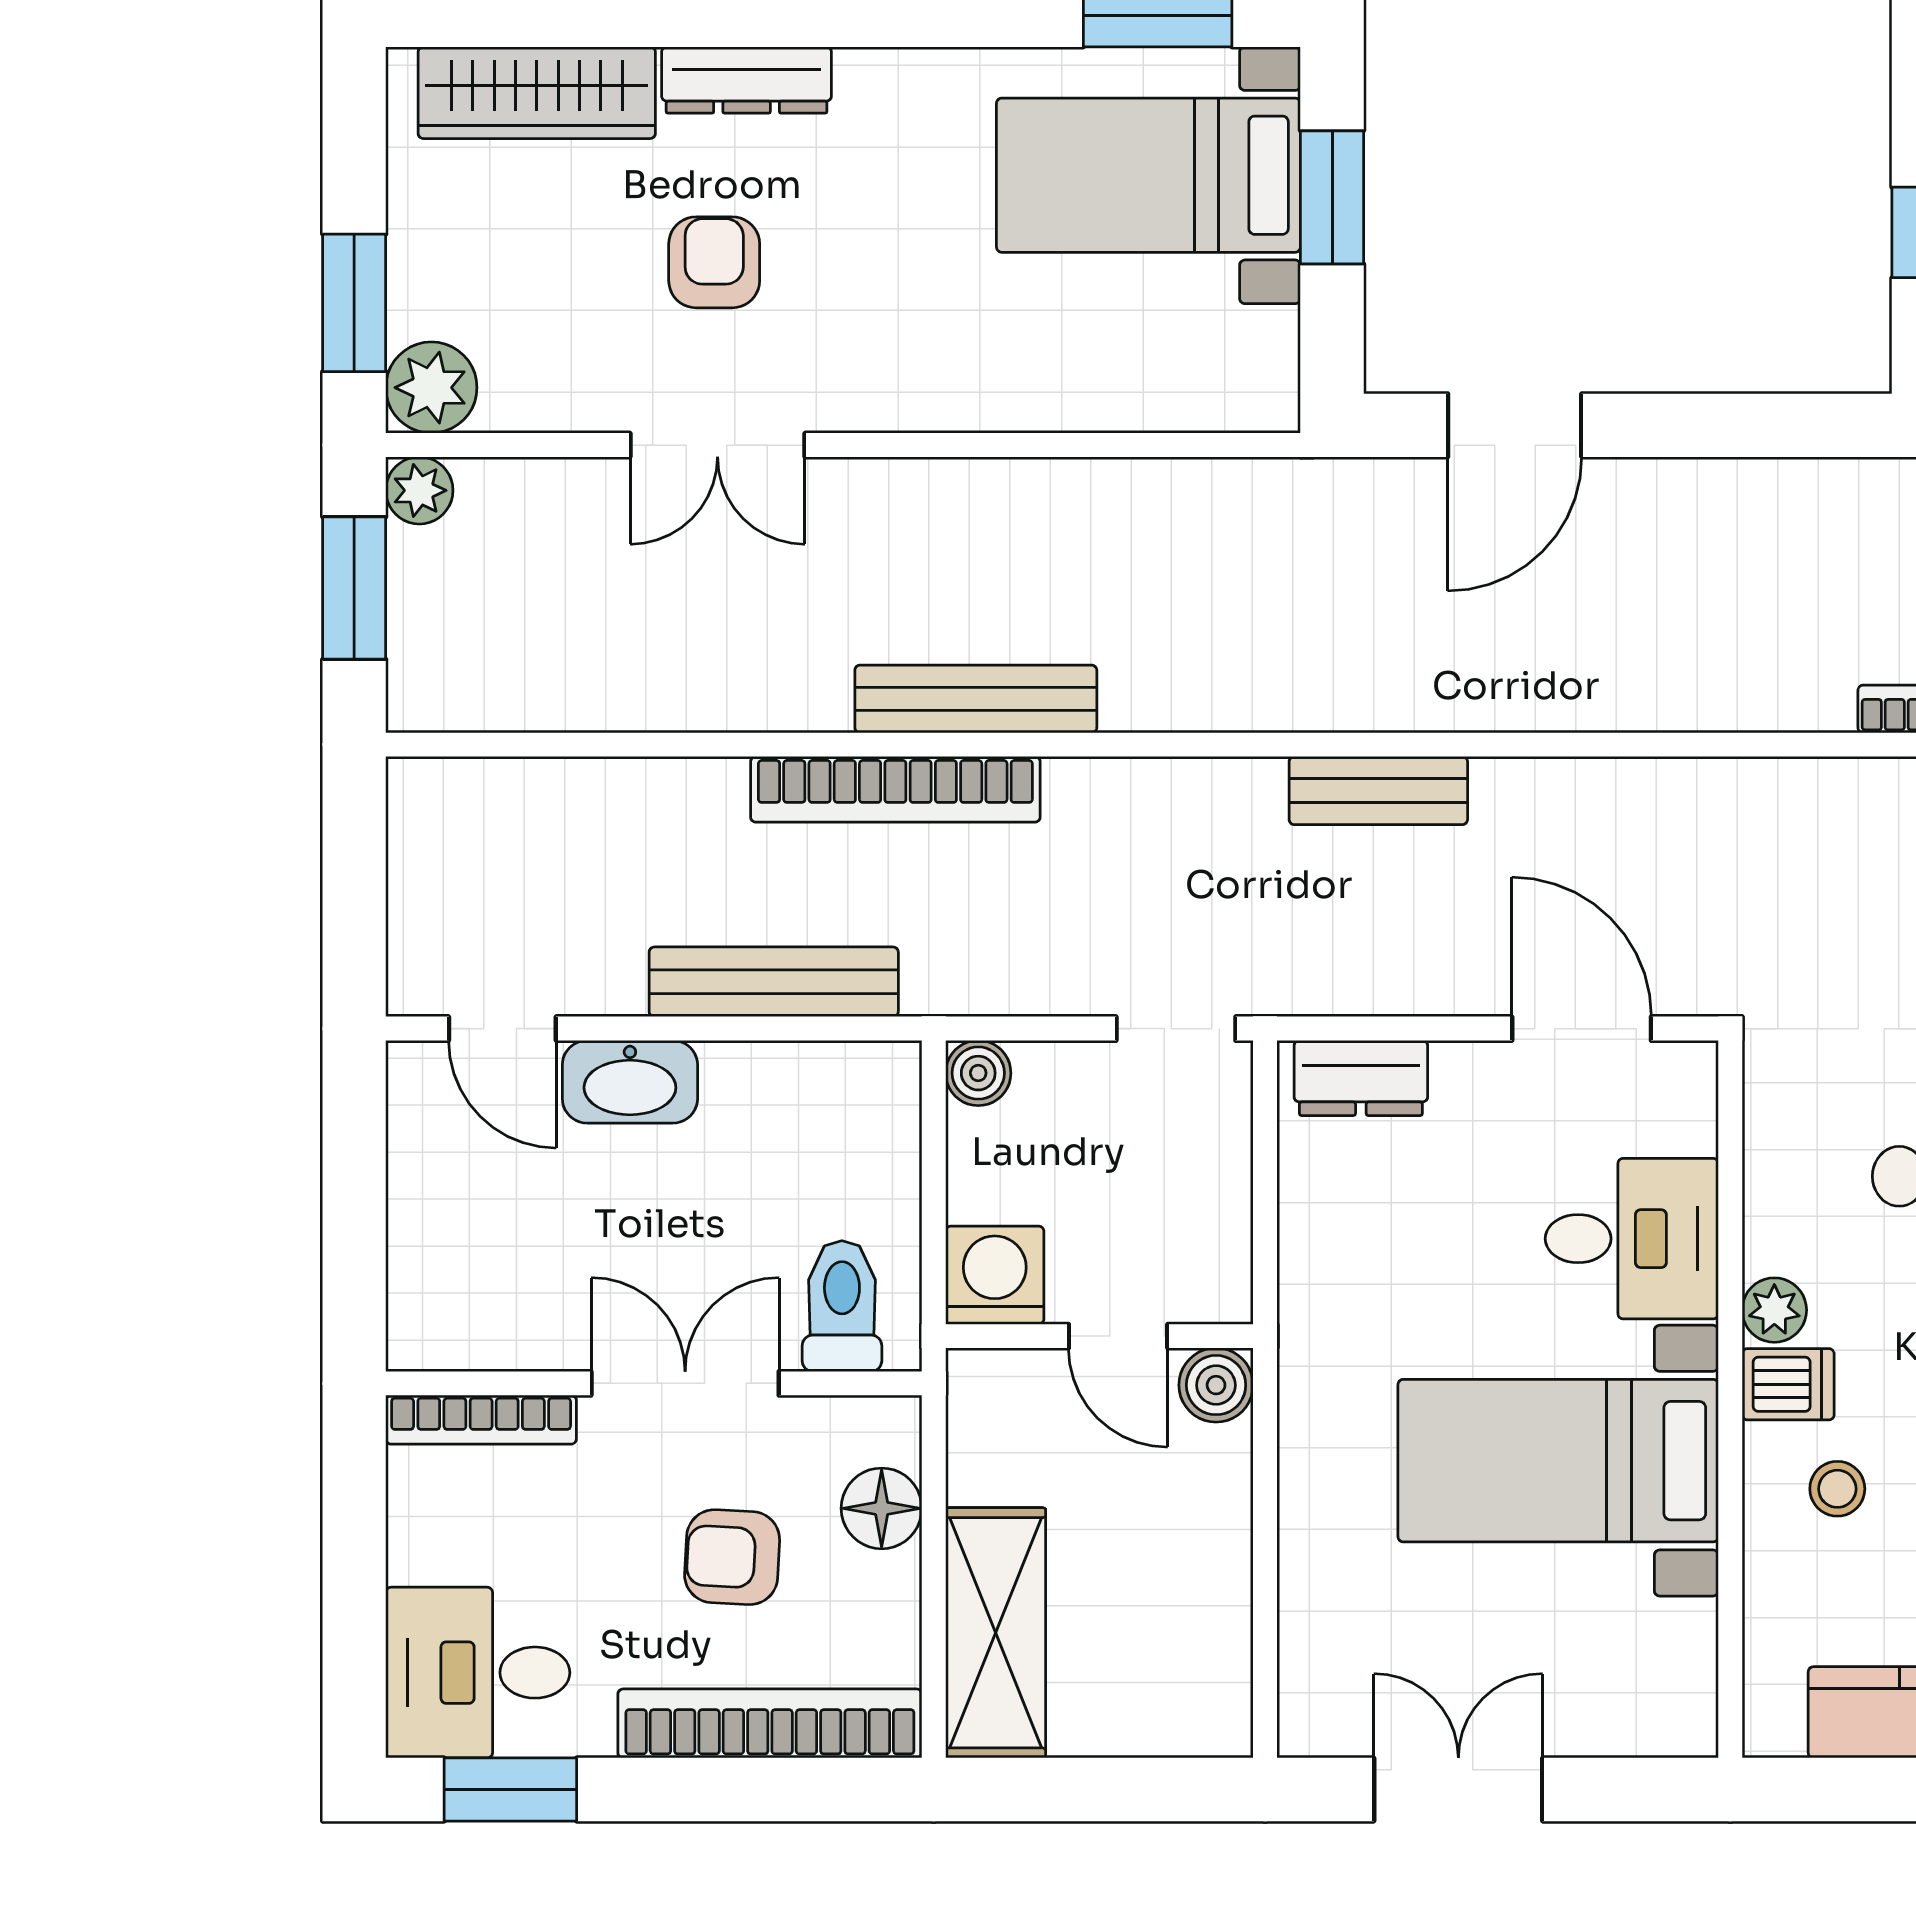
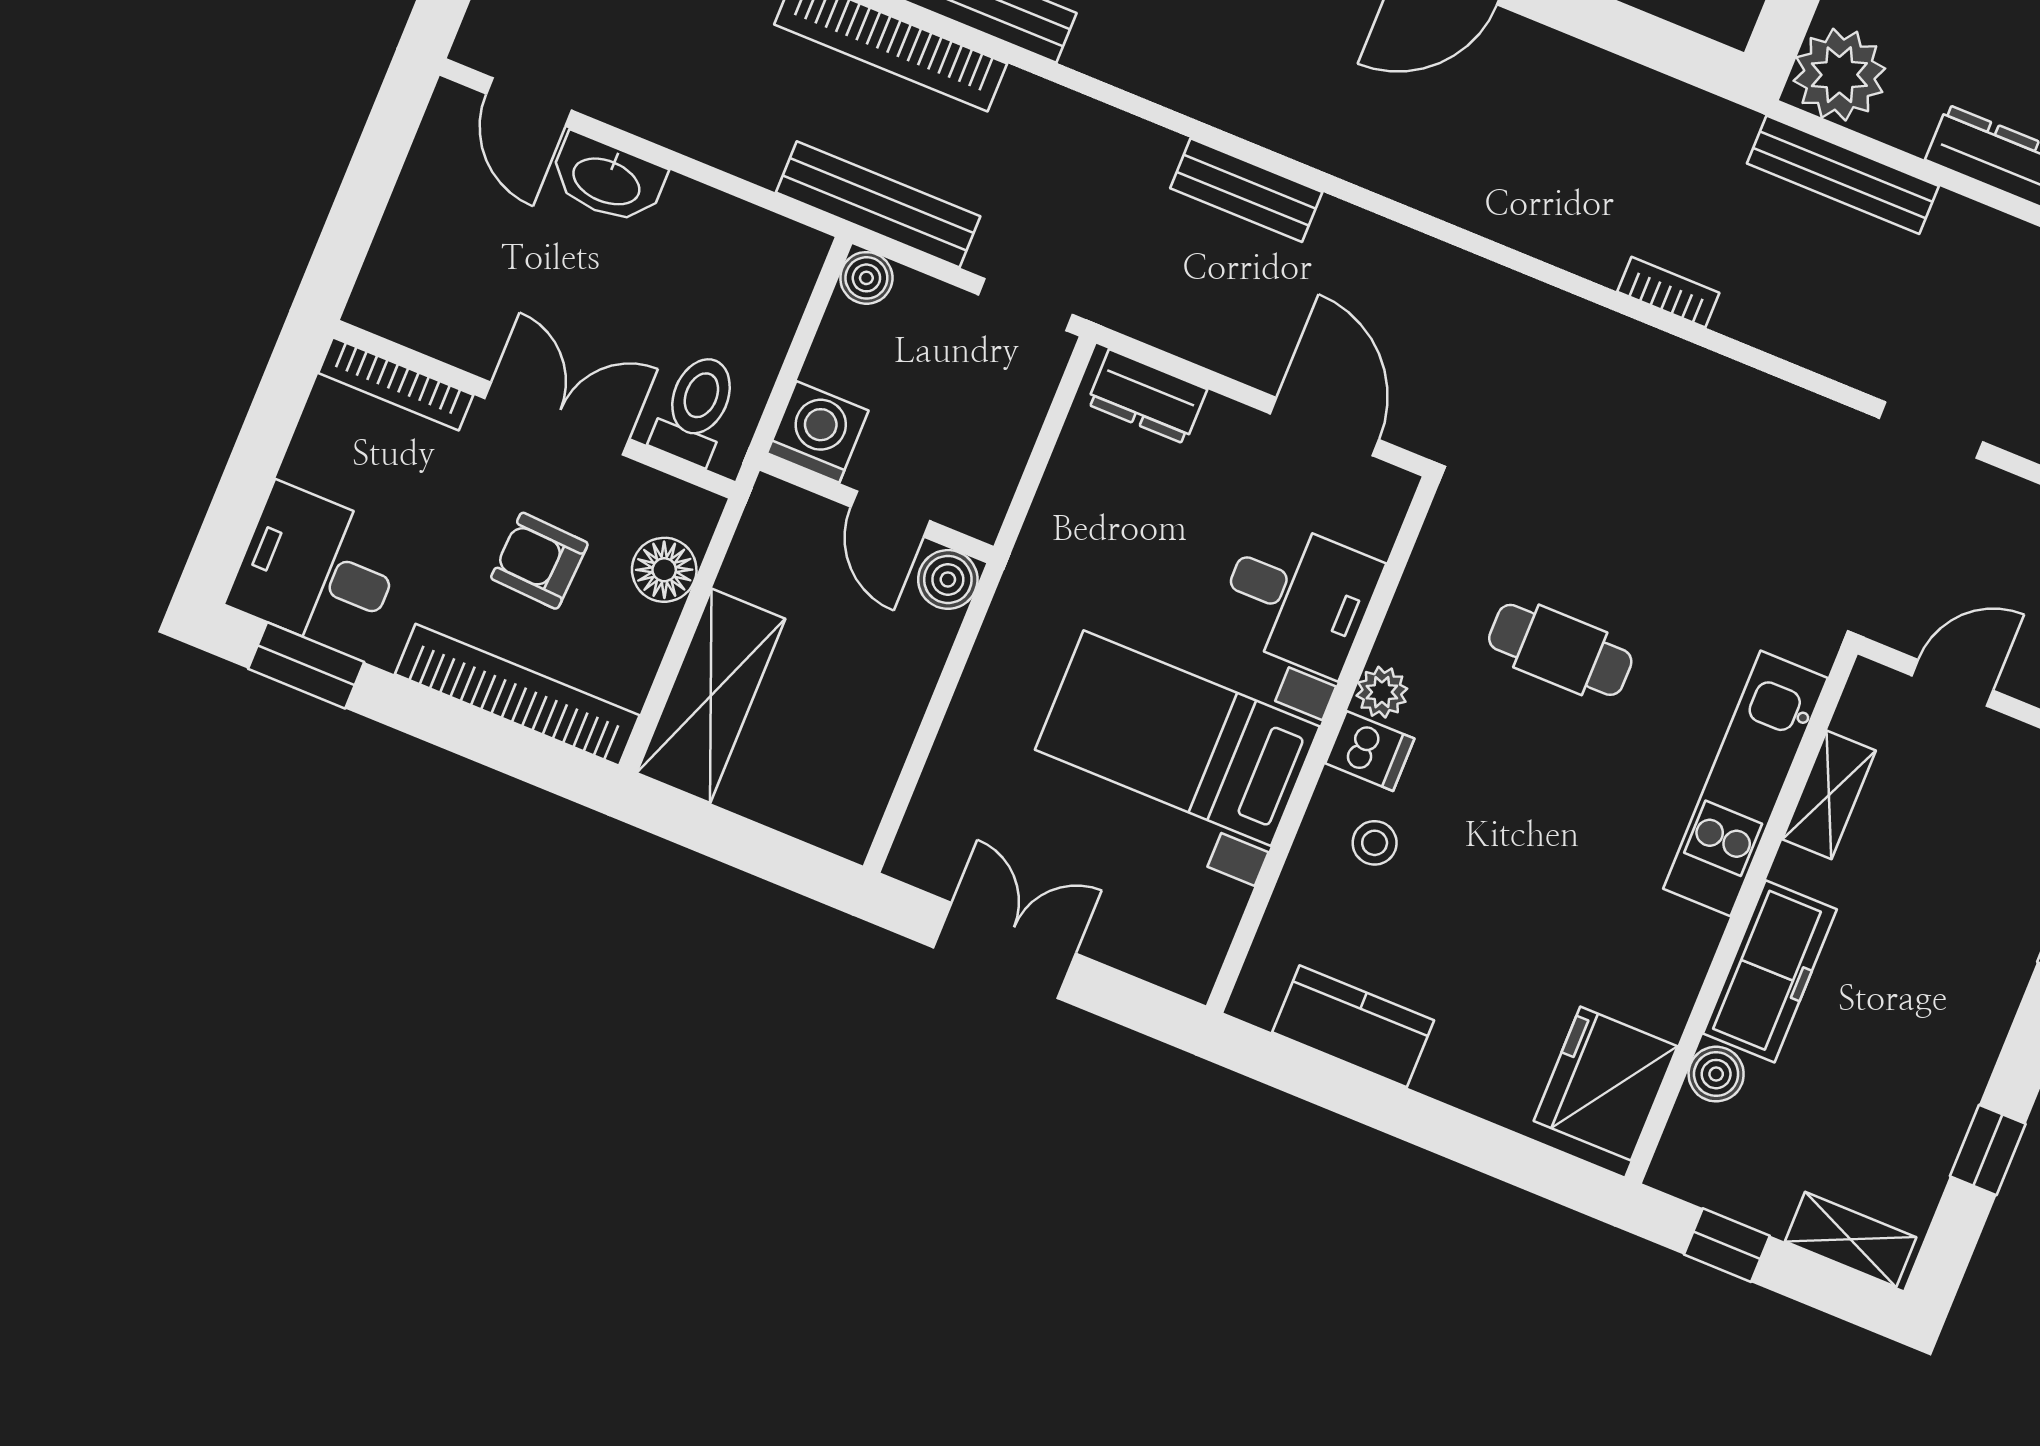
bench: (774, 982) -> (878, 204), moved

